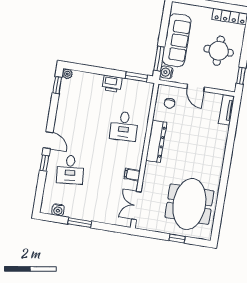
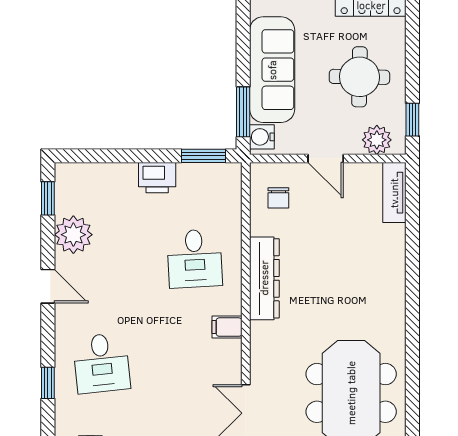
plant: (67, 74) -> (73, 235), moved, width x1.88, depth x1.88
plant: (222, 83) -> (377, 140), added
door: (48, 140) -> (48, 286), moved
window: (44, 163) -> (48, 383), moved
filing cabinet: (132, 175) -> (227, 327), moved

